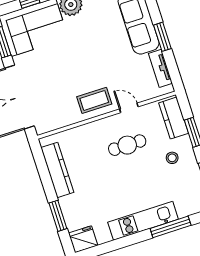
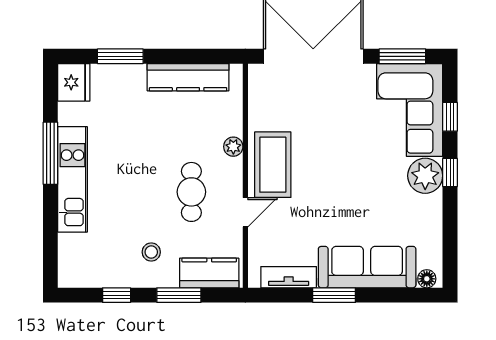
coffee table: (94, 100) -> (273, 165), width x1.36, depth x1.32
plant: (91, 128) -> (233, 147), added
window: (171, 227) -> (50, 153), moved

